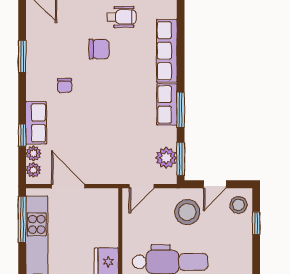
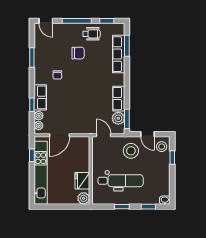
row of seats: (167, 104) -> (119, 99), moved
window: (181, 110) -> (127, 46), moved
door: (215, 184) -> (147, 134), hinge flipped
door: (68, 186) -> (59, 135), swing flipped
door: (142, 186) -> (104, 135), swing flipped
window: (22, 220) -> (32, 155), width x0.46

